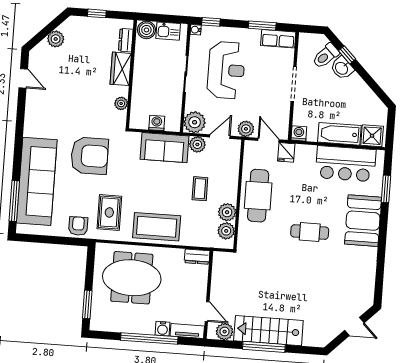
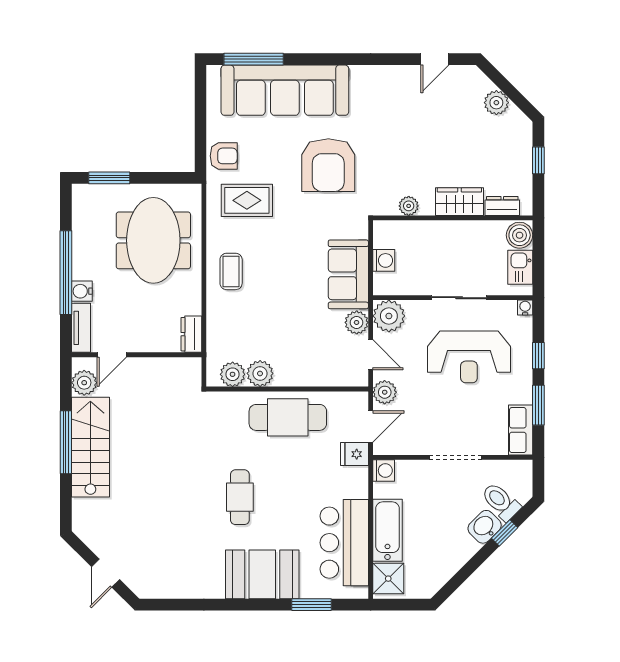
window: (211, 22) -> (538, 356), moved
coffee table: (200, 189) -> (292, 331), removed
coffee table: (157, 227) -> (231, 271), width x0.54, depth x0.58

